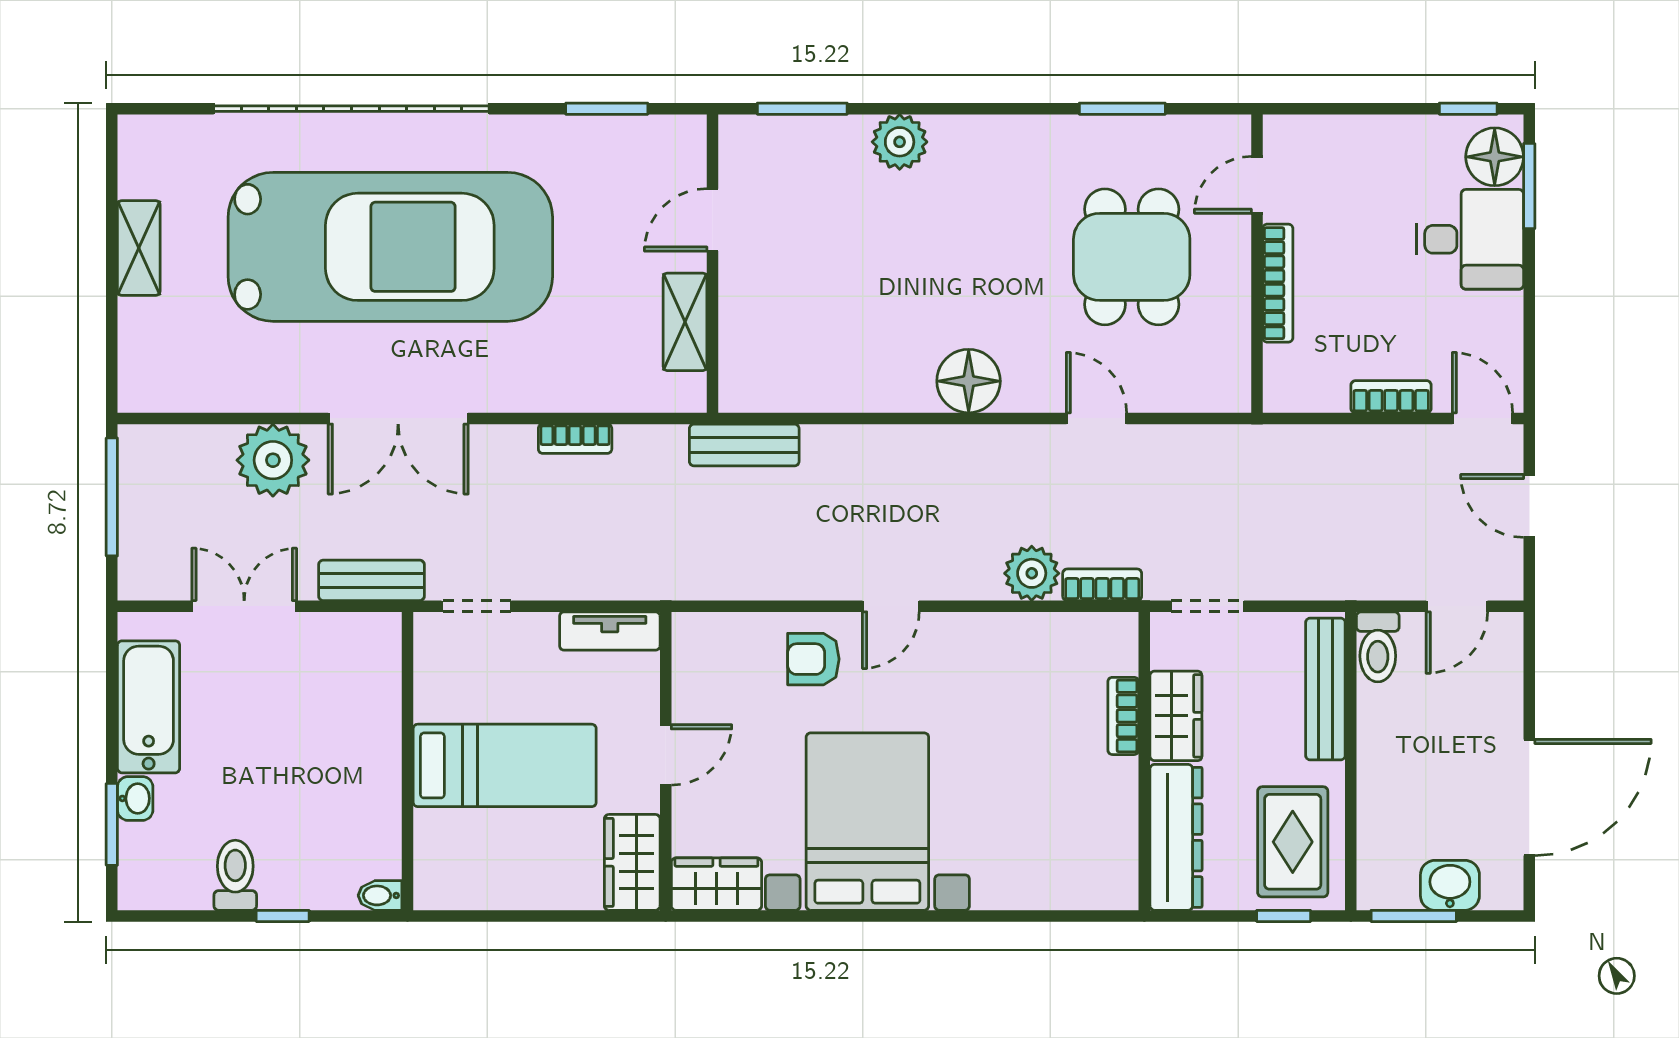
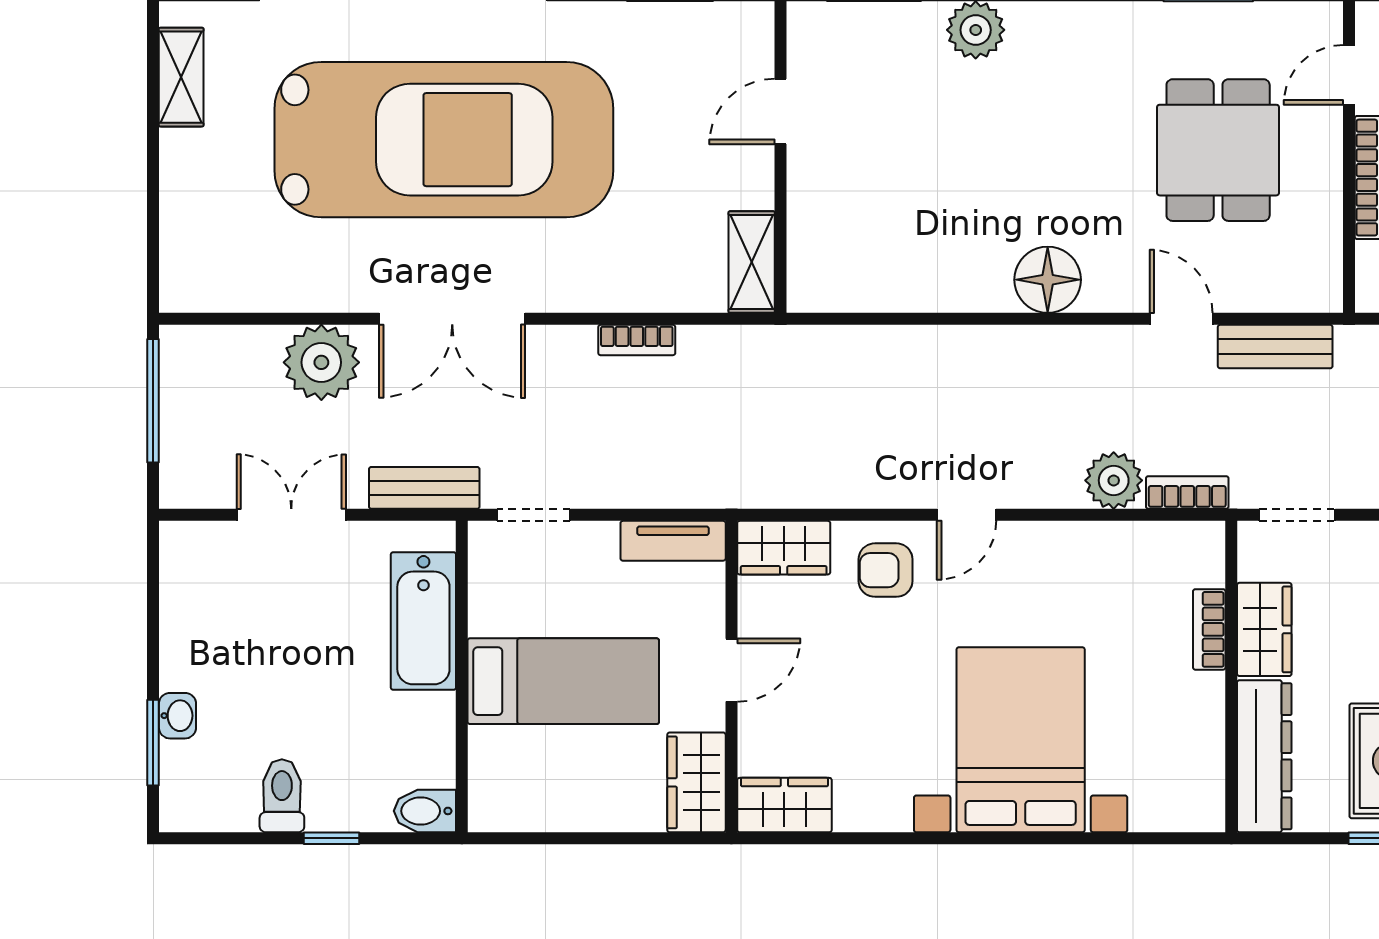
shelving: (139, 248) -> (181, 77), moved
shelving: (685, 322) -> (752, 262), moved
bench: (744, 445) -> (1275, 347), moved
wardrobe: (716, 638) -> (784, 548), added
bathtub: (149, 707) -> (423, 621), moved, turned 180
bed with nightstands: (867, 822) -> (1021, 740), moved
bidet: (380, 895) -> (425, 811), width x1.38, depth x1.36

